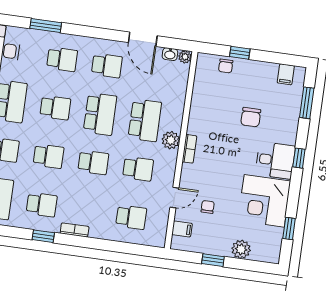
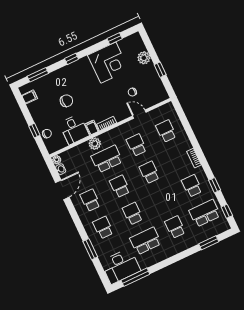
school desk: (100, 114) -> (120, 186), width x0.54
plant: (171, 140) -> (95, 144), moved
school desk: (48, 156) -> (162, 200), removed
desk: (275, 160) -> (74, 129), moved, turned 180
filing cabinet: (182, 229) -> (92, 128), moved
window: (43, 236) -> (215, 185), moved

